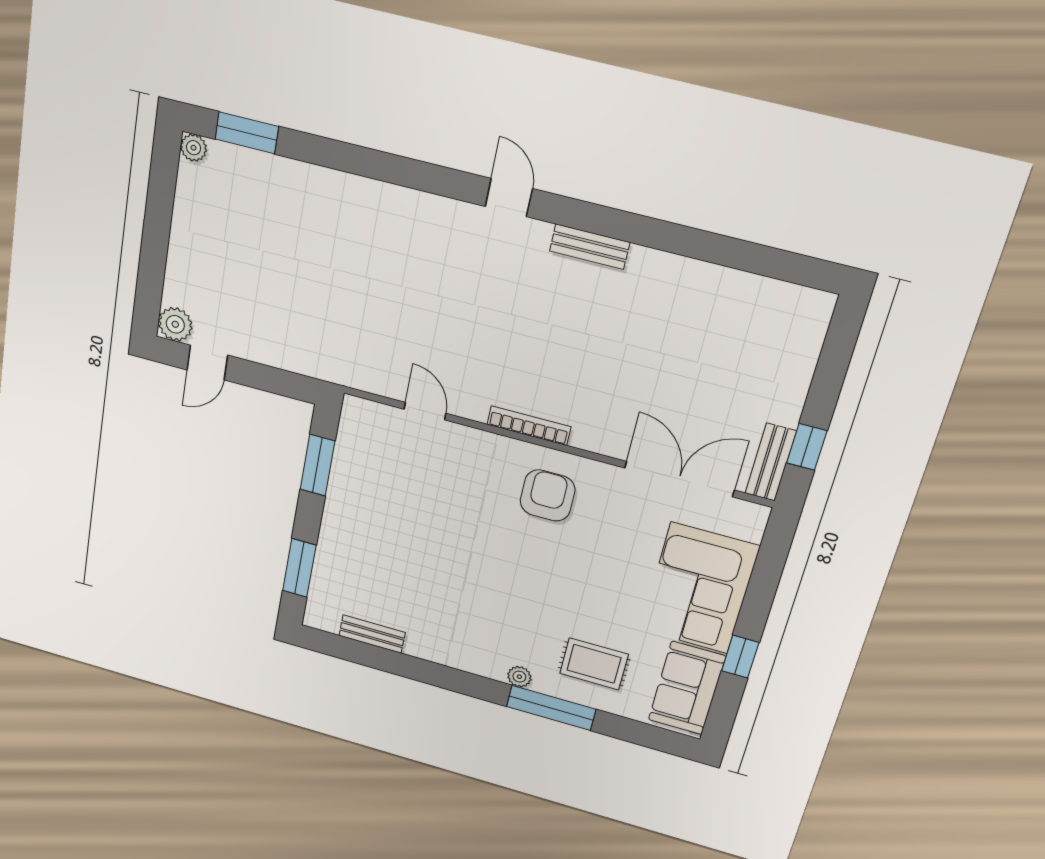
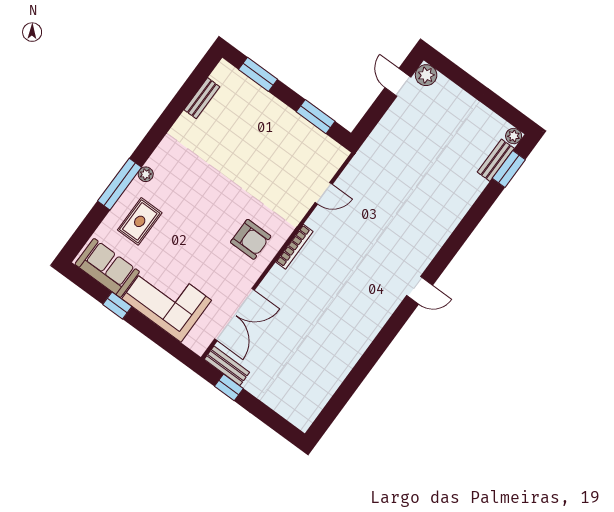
bench: (590, 247) -> (496, 160), moved

